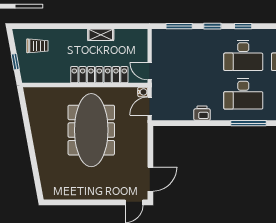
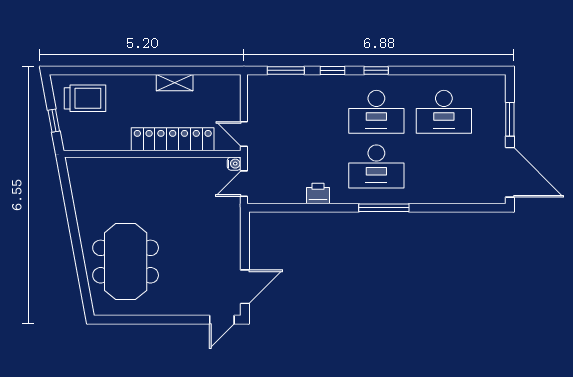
trolley: (37, 46) -> (85, 98), width x1.36, depth x1.39
meeting table: (91, 130) -> (126, 262), moved, width x0.73

